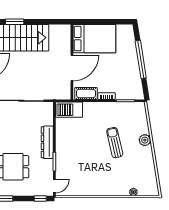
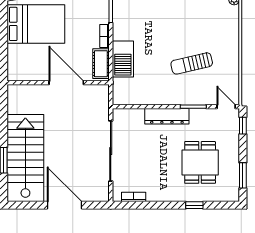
bed: (94, 39) -> (36, 24), moved, turned 90
barbecue: (69, 110) -> (123, 59), moved
sun lounger: (115, 143) -> (192, 63), moved

